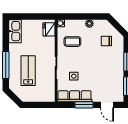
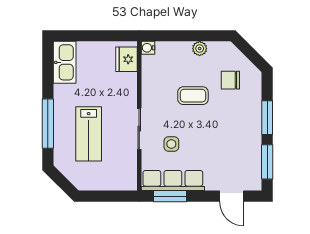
coffee table: (72, 42) -> (193, 96), moved
lab bench: (28, 71) -> (89, 134), turned 180
window: (84, 105) -> (170, 196), moved

